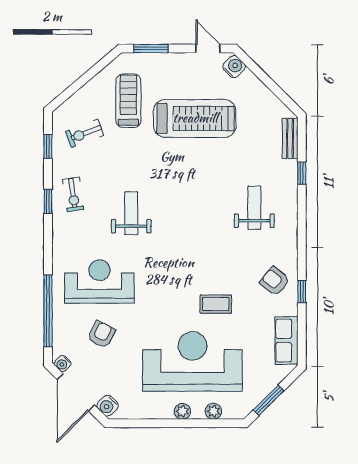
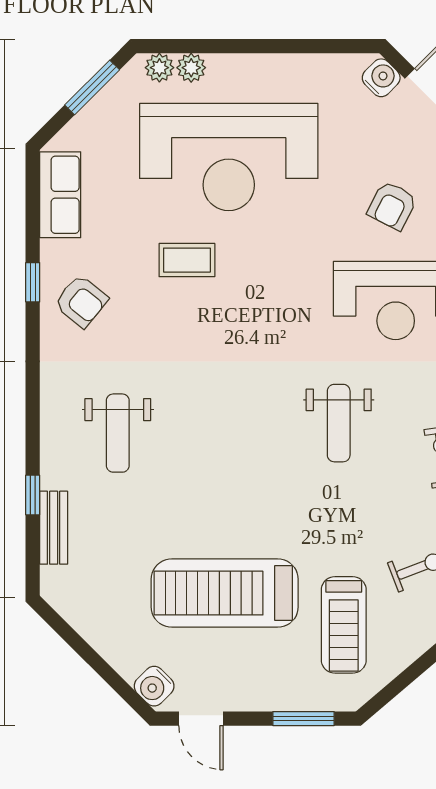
bench: (290, 138) -> (54, 528), moved
plant: (182, 411) -> (159, 68), moved

